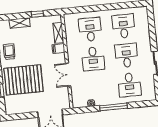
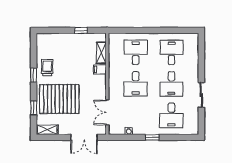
shelving: (20, 23) -> (47, 130), moved
desk: (126, 55) -> (171, 84), turned 180
double door: (68, 75) -> (107, 112), moved
window: (114, 107) -> (152, 137), width x0.46

